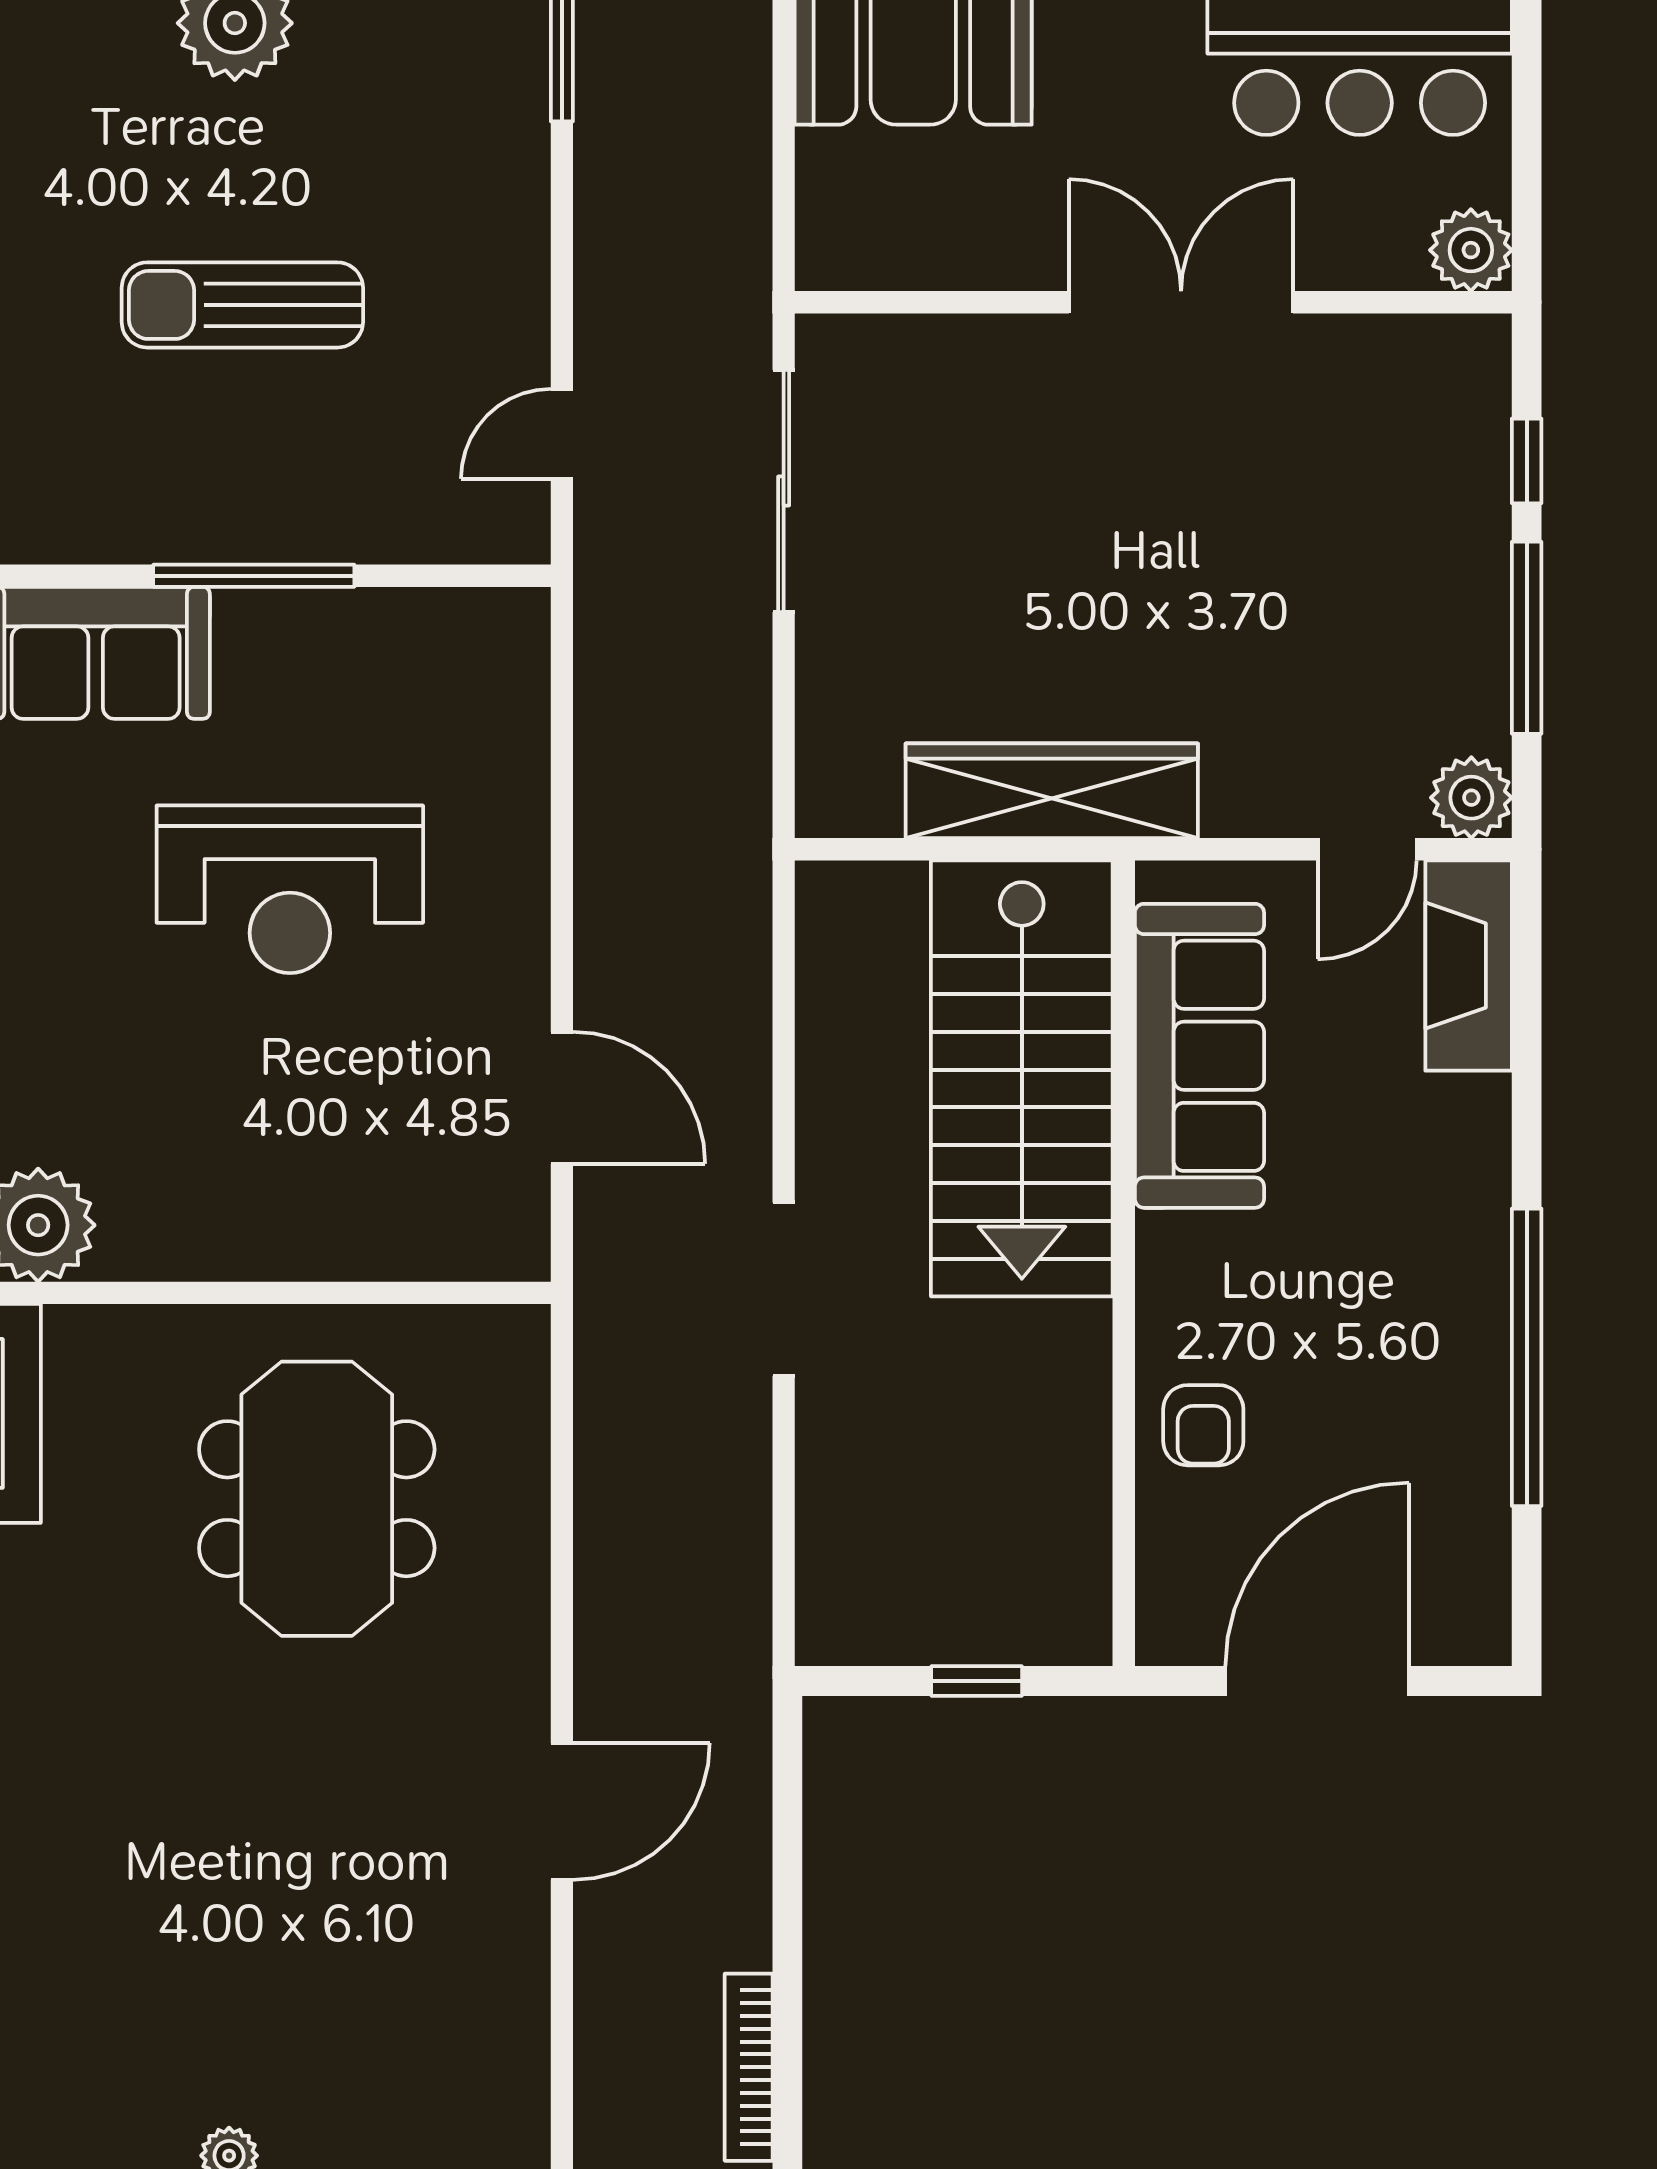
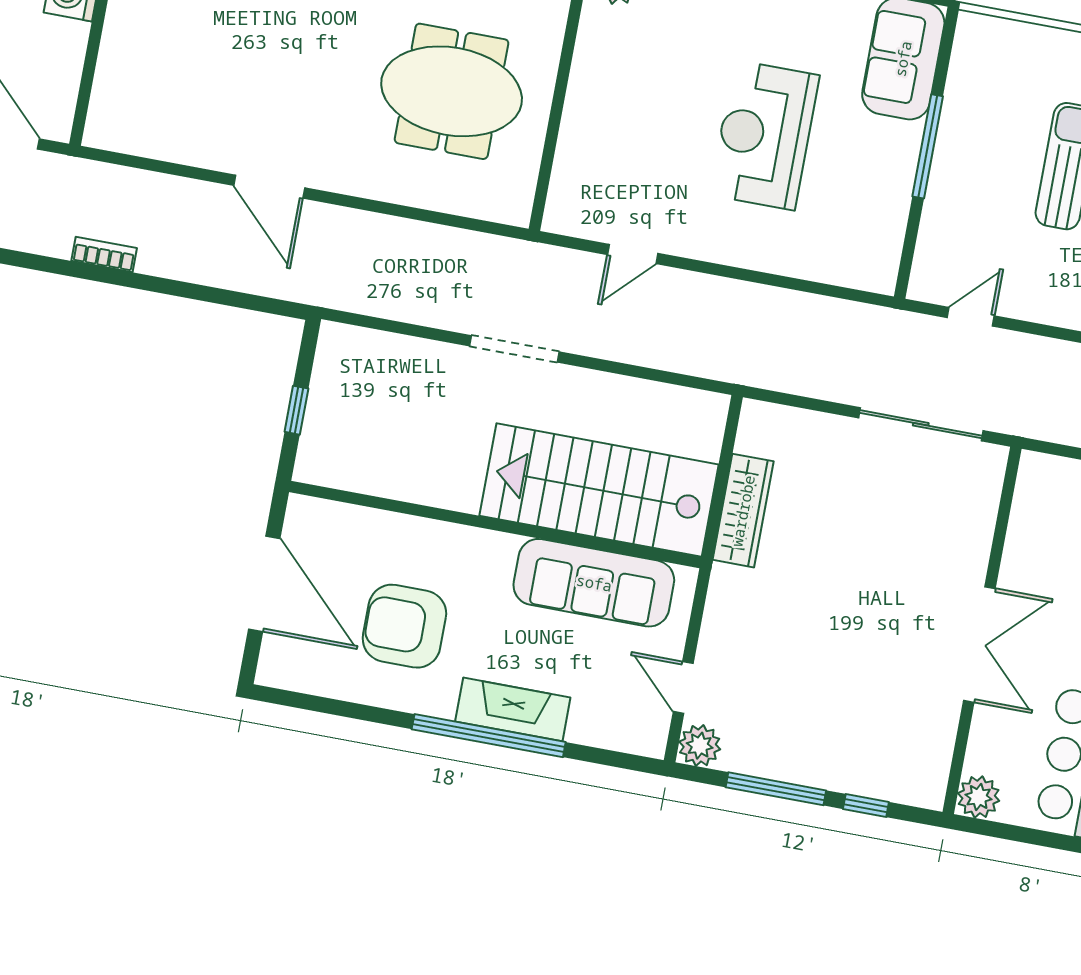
door: (562, 434) -> (971, 317), hinge flipped
wardrobe: (1052, 791) -> (743, 511), width x0.71, depth x0.85
fireplace: (1469, 966) -> (513, 709), moved
door: (562, 1098) -> (633, 254), width x0.73
window: (1527, 1357) -> (489, 736), moved
armchair: (1203, 1425) -> (404, 626), moved, width x1.88, depth x1.88
bookcase: (749, 2067) -> (104, 254), width x0.64

